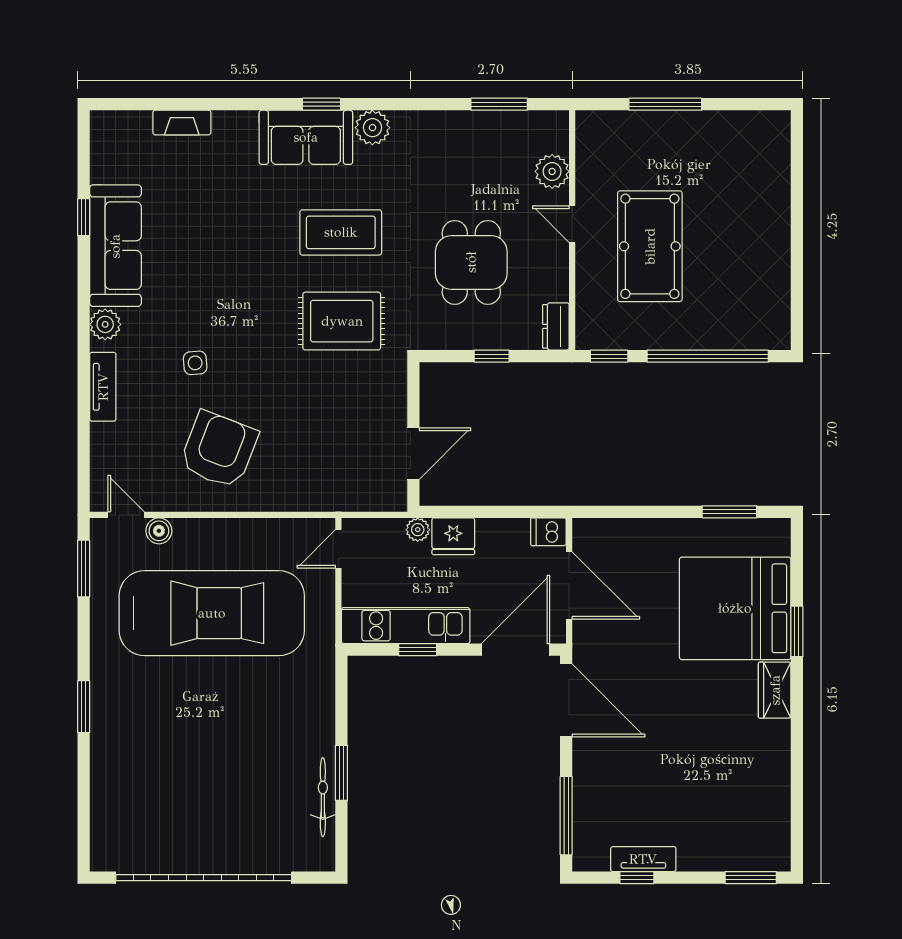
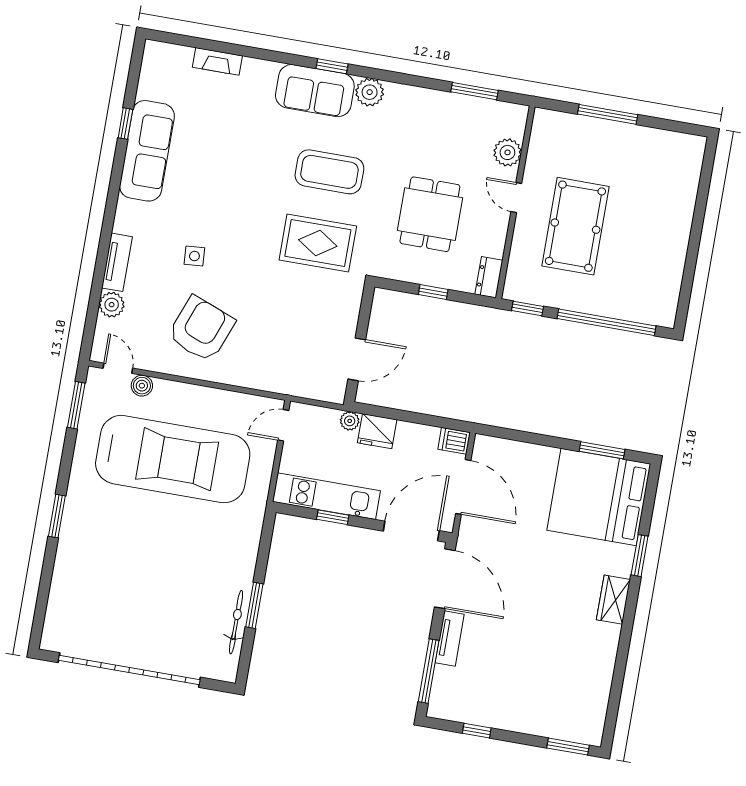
plant: (105, 324) -> (112, 305), moved
bed: (735, 608) -> (599, 497), moved
tv unit: (643, 859) -> (450, 638), moved, turned 90

